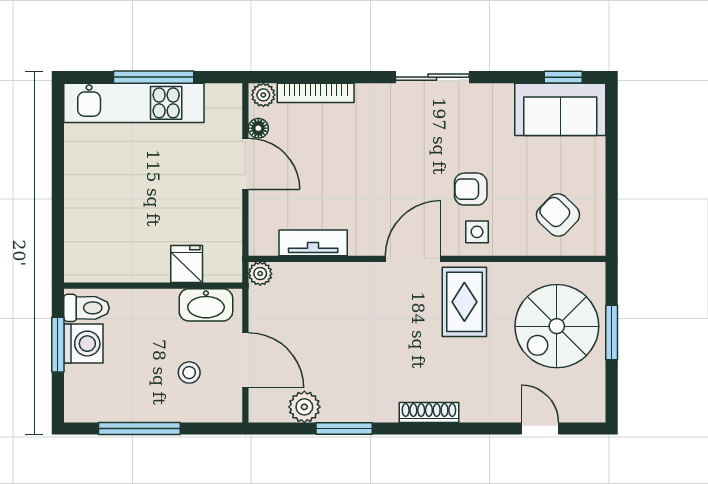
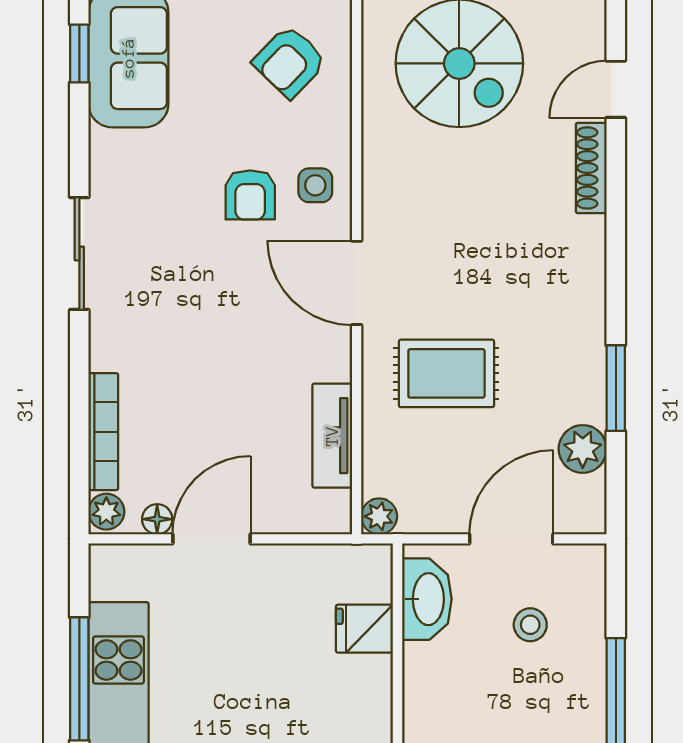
rug: (464, 302) -> (446, 373), moved
shoe rack: (429, 413) -> (591, 168), moved

